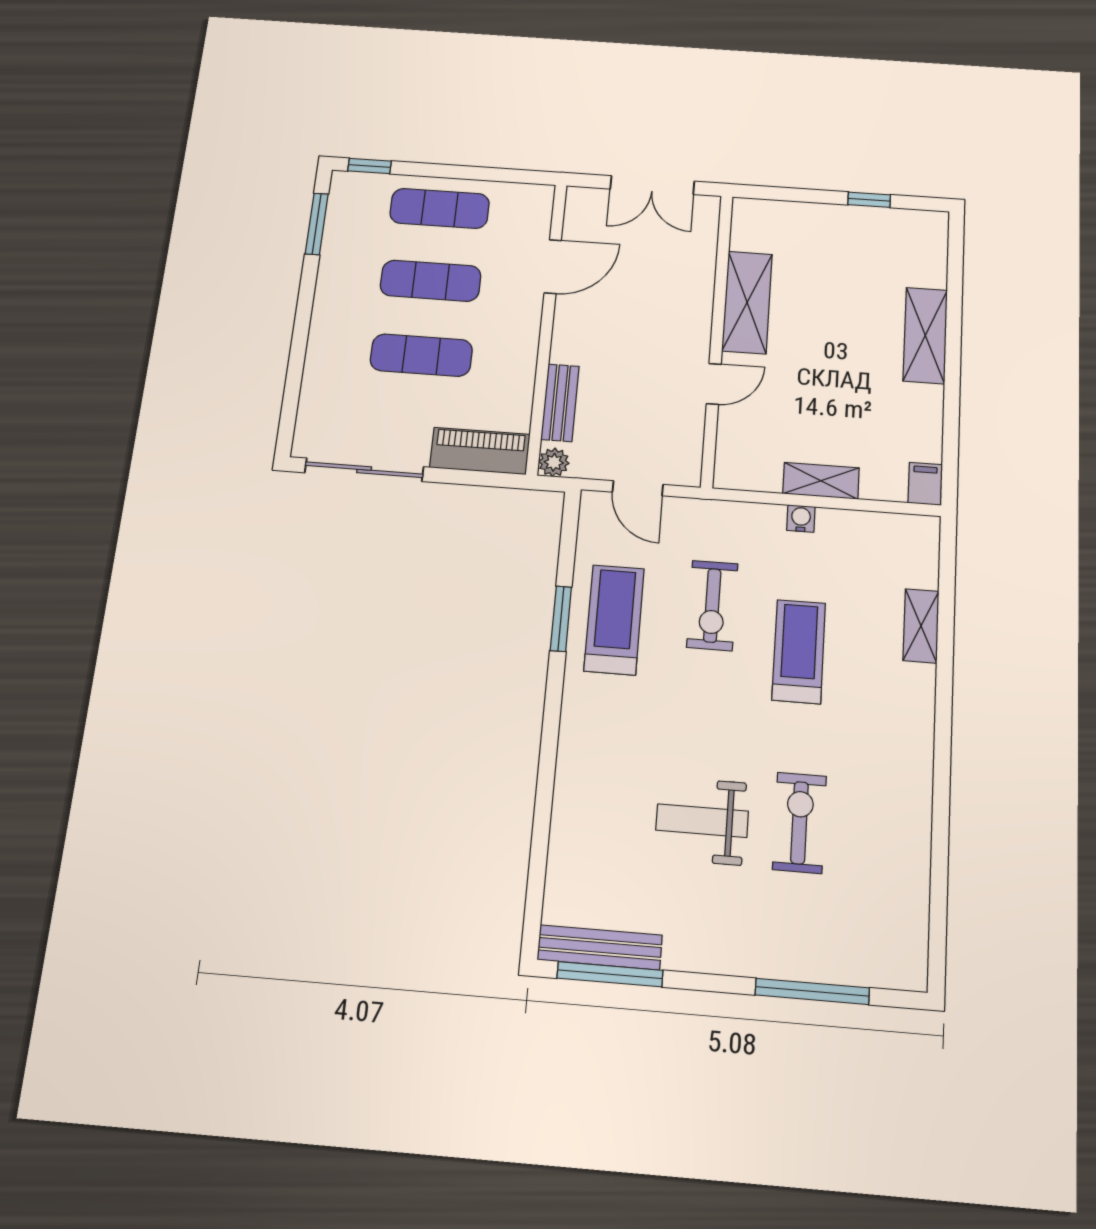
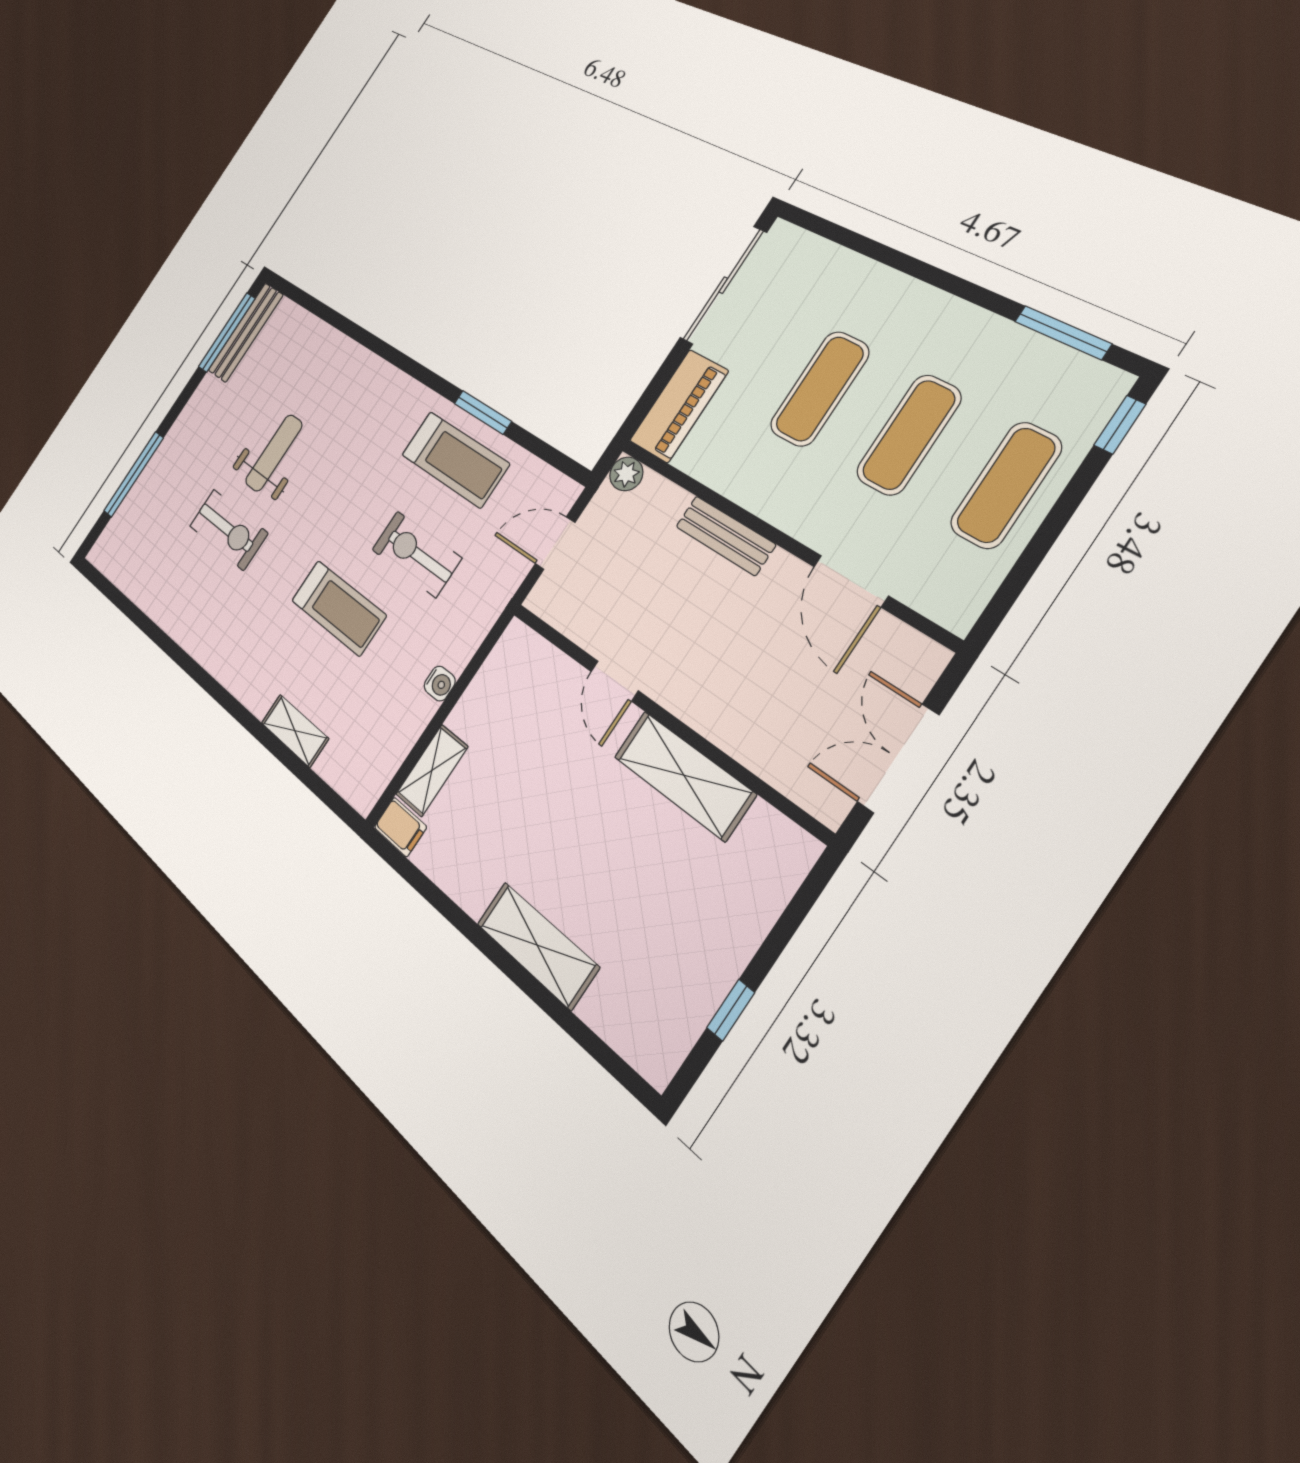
bench: (560, 403) -> (725, 535), moved
shelving: (821, 481) -> (432, 770), moved

